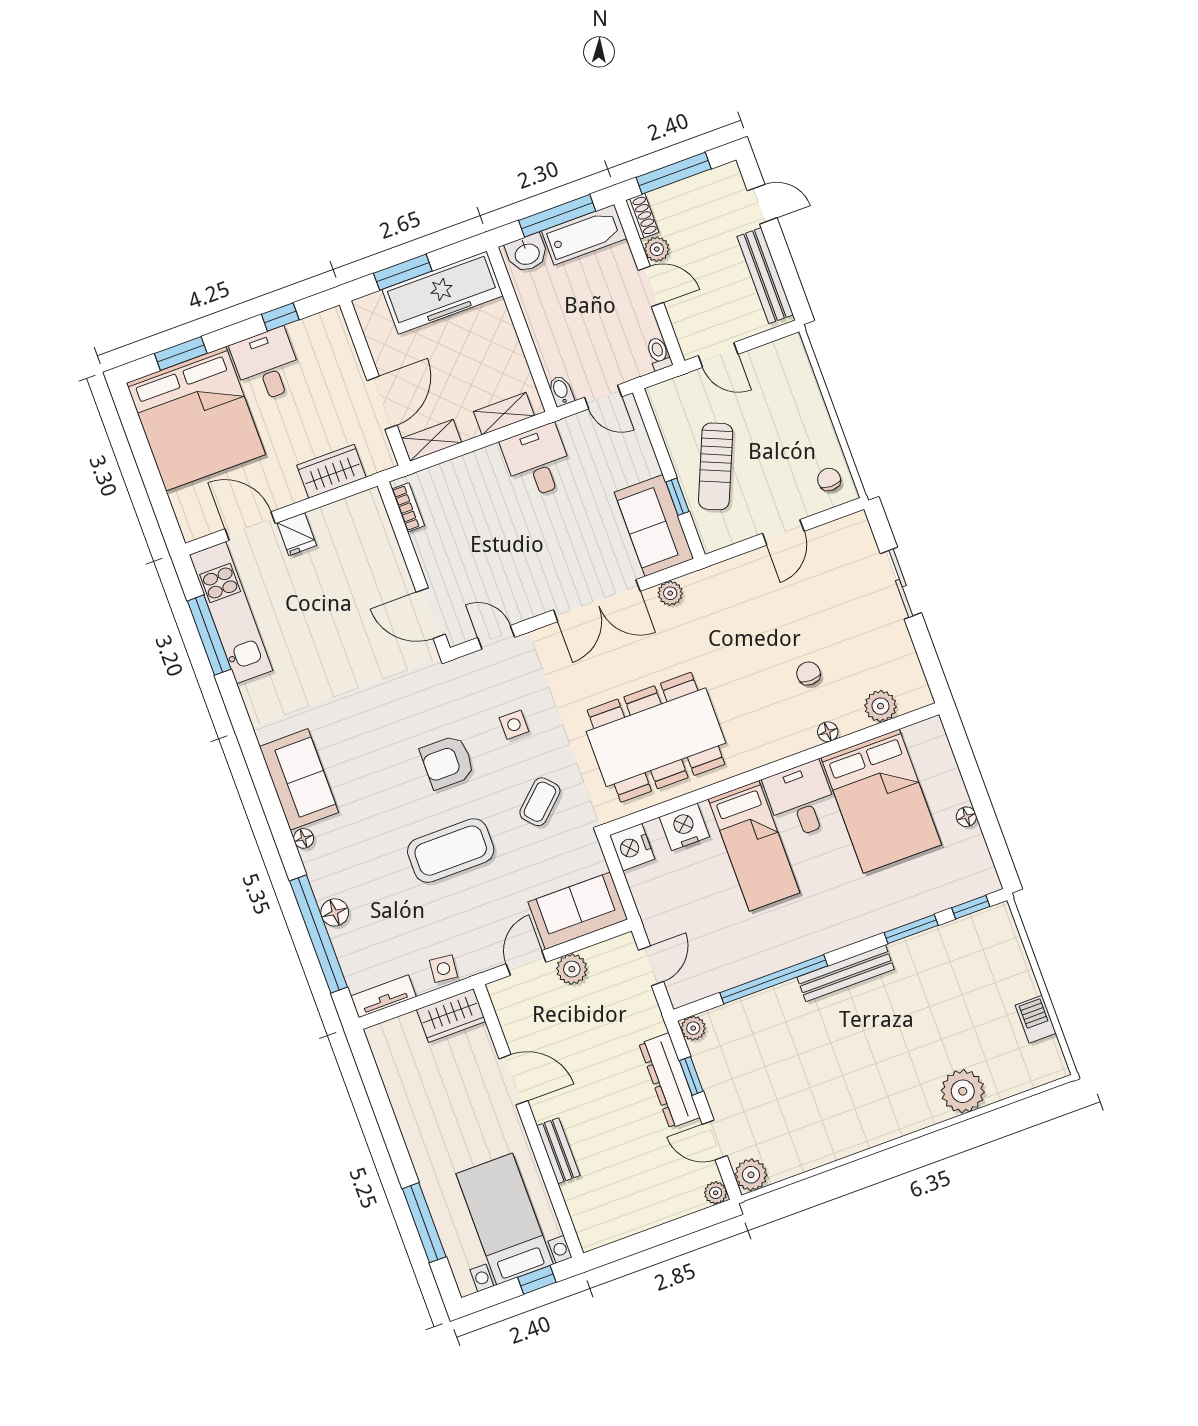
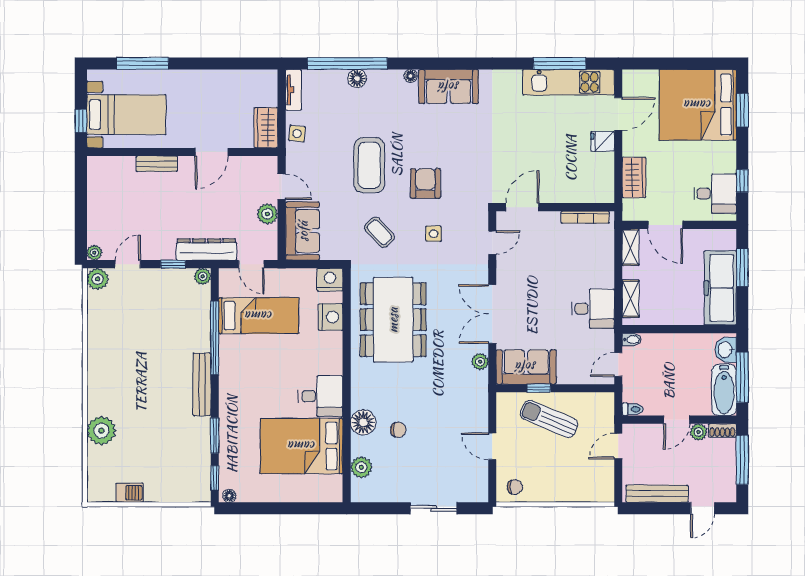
desk: (267, 365) -> (715, 194), moved
bookcase: (408, 507) -> (585, 217), width x1.56
floor lamp: (828, 732) -> (363, 422), width x1.89, depth x1.89
floor lamp: (966, 817) -> (229, 496), moved
bed: (754, 846) -> (259, 316), moved, turned 180
dresser: (669, 1081) -> (207, 249), moved

